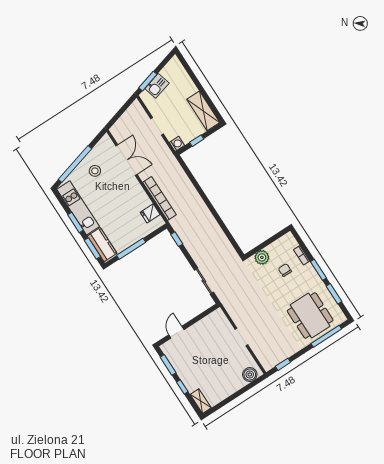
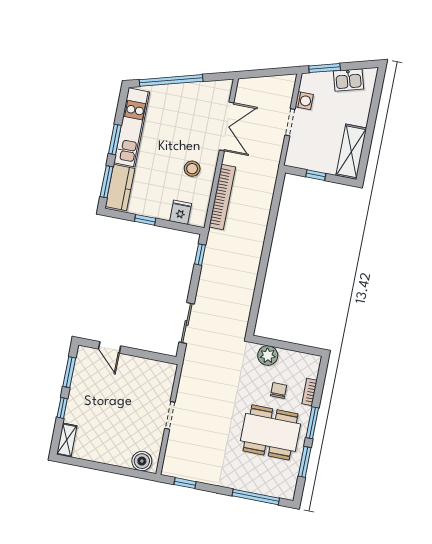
kitchen sink: (157, 86) -> (348, 80), moved
washing machine: (177, 144) -> (304, 101), moved
stool: (95, 171) -> (192, 169), moved
fridge: (150, 213) -> (181, 212), moved, turned 90
window: (131, 249) -> (145, 220), width x0.46
dining table: (310, 315) -> (270, 432), moved, turned 90
door: (176, 332) -> (110, 347), swing flipped

